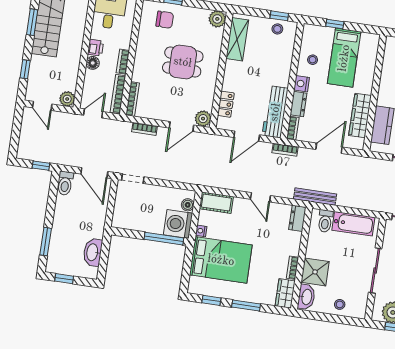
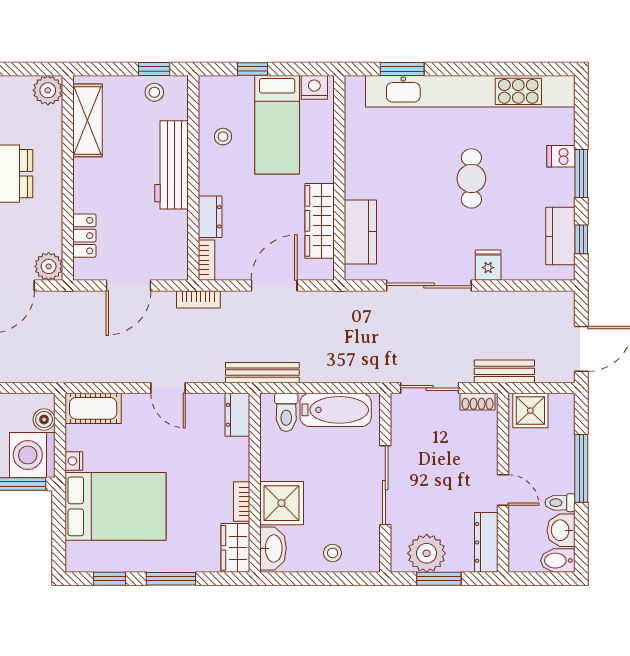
nightstand: (302, 84) -> (314, 87), moved, turned 90
workbench: (275, 112) -> (171, 165), moved

